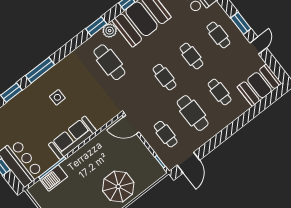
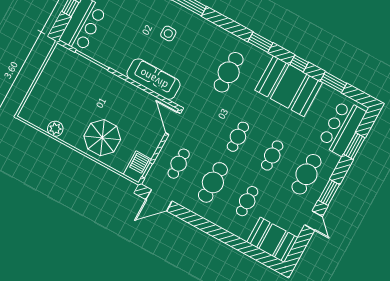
plant: (110, 31) -> (262, 58), removed
cafe table: (218, 35) -> (306, 174), width x1.37, depth x1.35
door: (258, 45) -> (313, 221), hinge flipped
sofa: (73, 138) -> (154, 79), moved
barbecue: (54, 178) -> (137, 167), moved, turned 90

